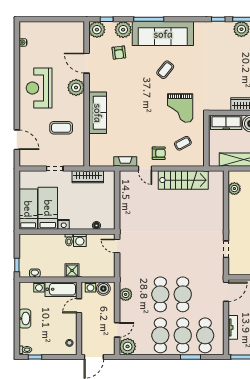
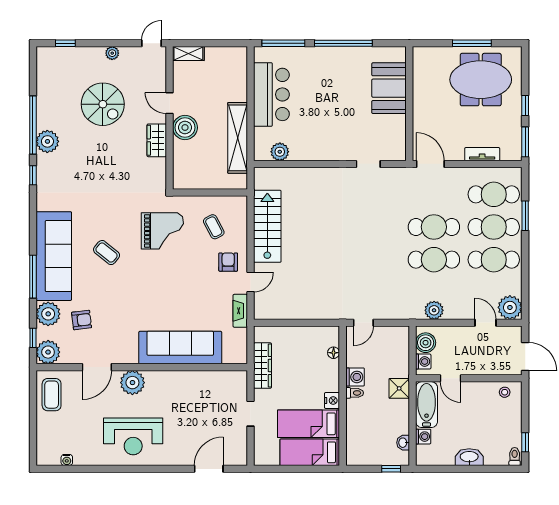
sofa: (98, 113) -> (180, 348), width x1.36, depth x1.27
freezer: (226, 122) -> (183, 164), removed
coffee table: (61, 128) -> (52, 395), moved

